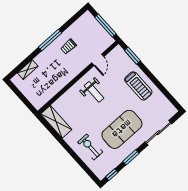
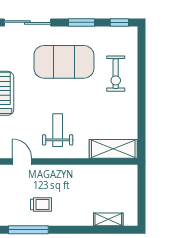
window: (50, 40) -> (28, 230), moved
door: (98, 60) -> (22, 161), hinge flipped
shelving: (56, 122) -> (113, 149), moved, turned 90

